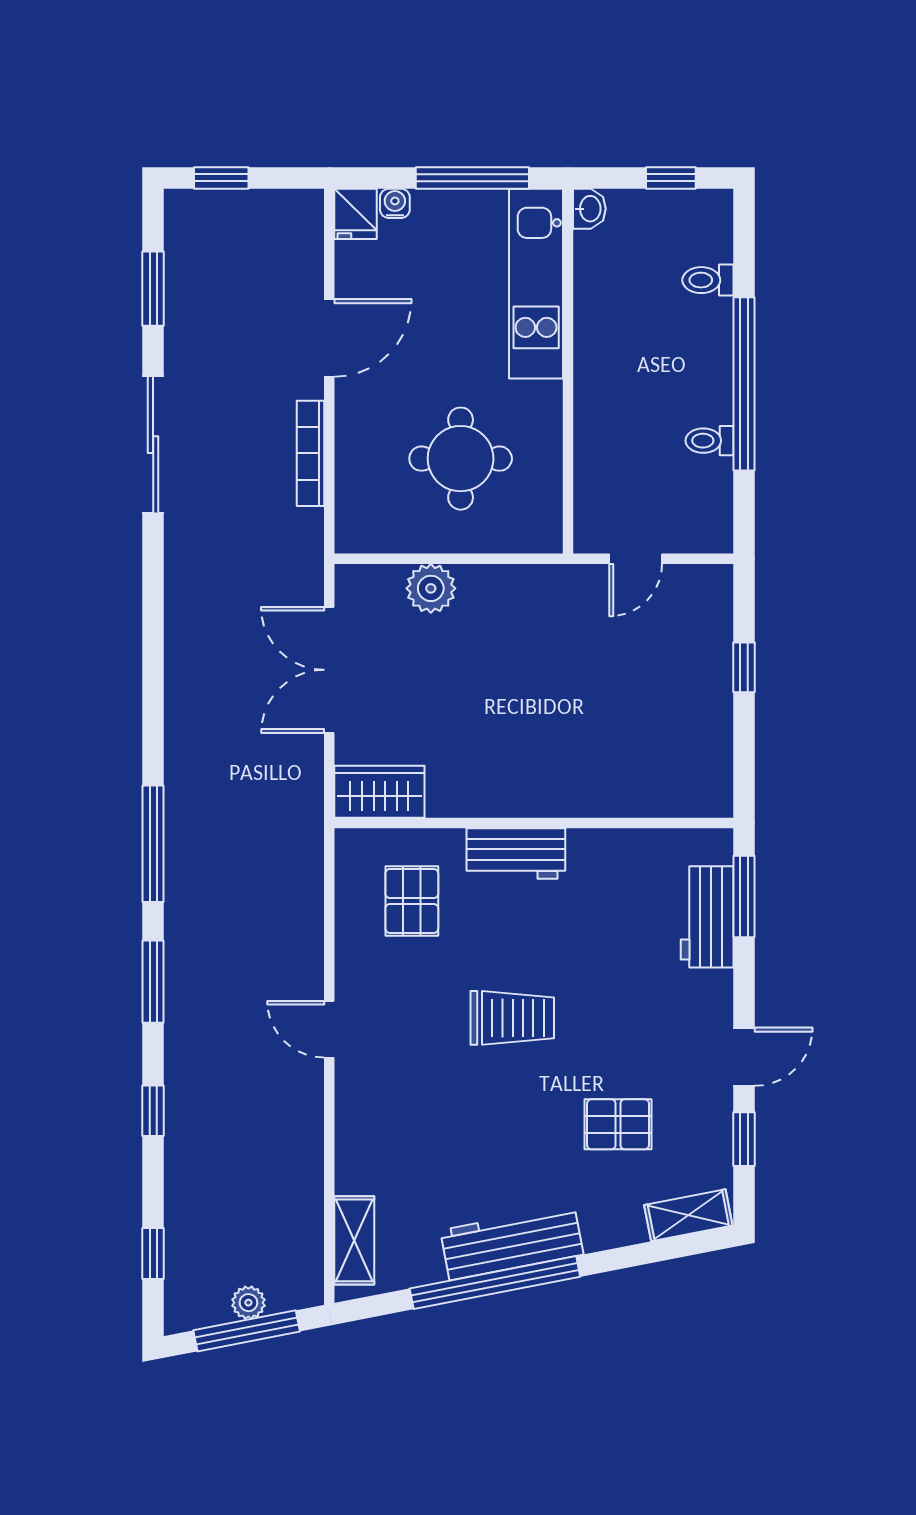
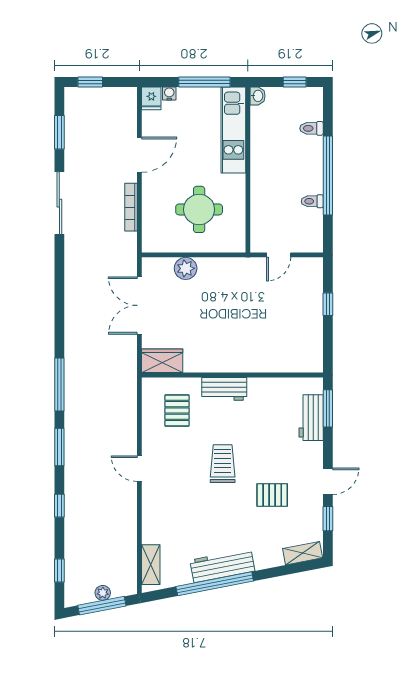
trolley: (512, 1018) -> (223, 464), turned -90
pallet: (618, 1124) -> (272, 495), moved

